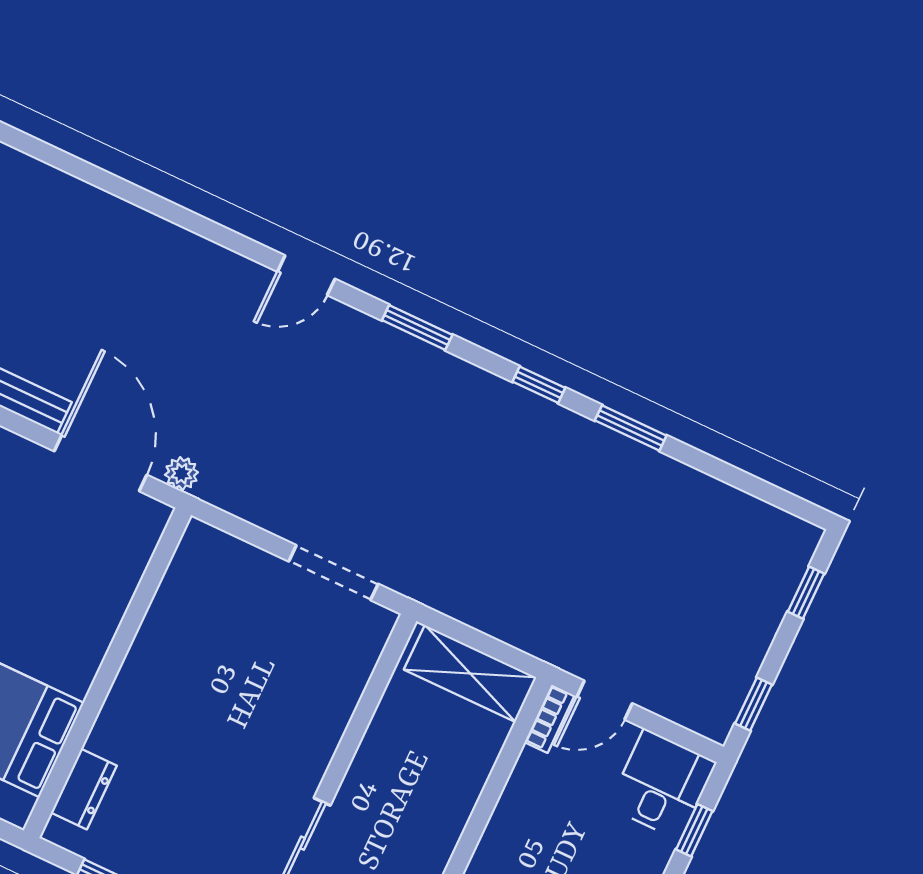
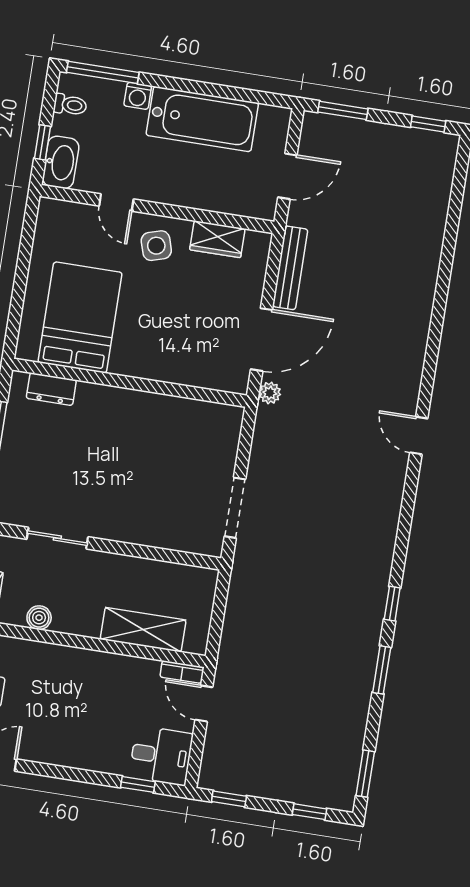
window: (417, 328) -> (365, 774), moved
shelving: (470, 673) -> (143, 630), moved, turned 90

